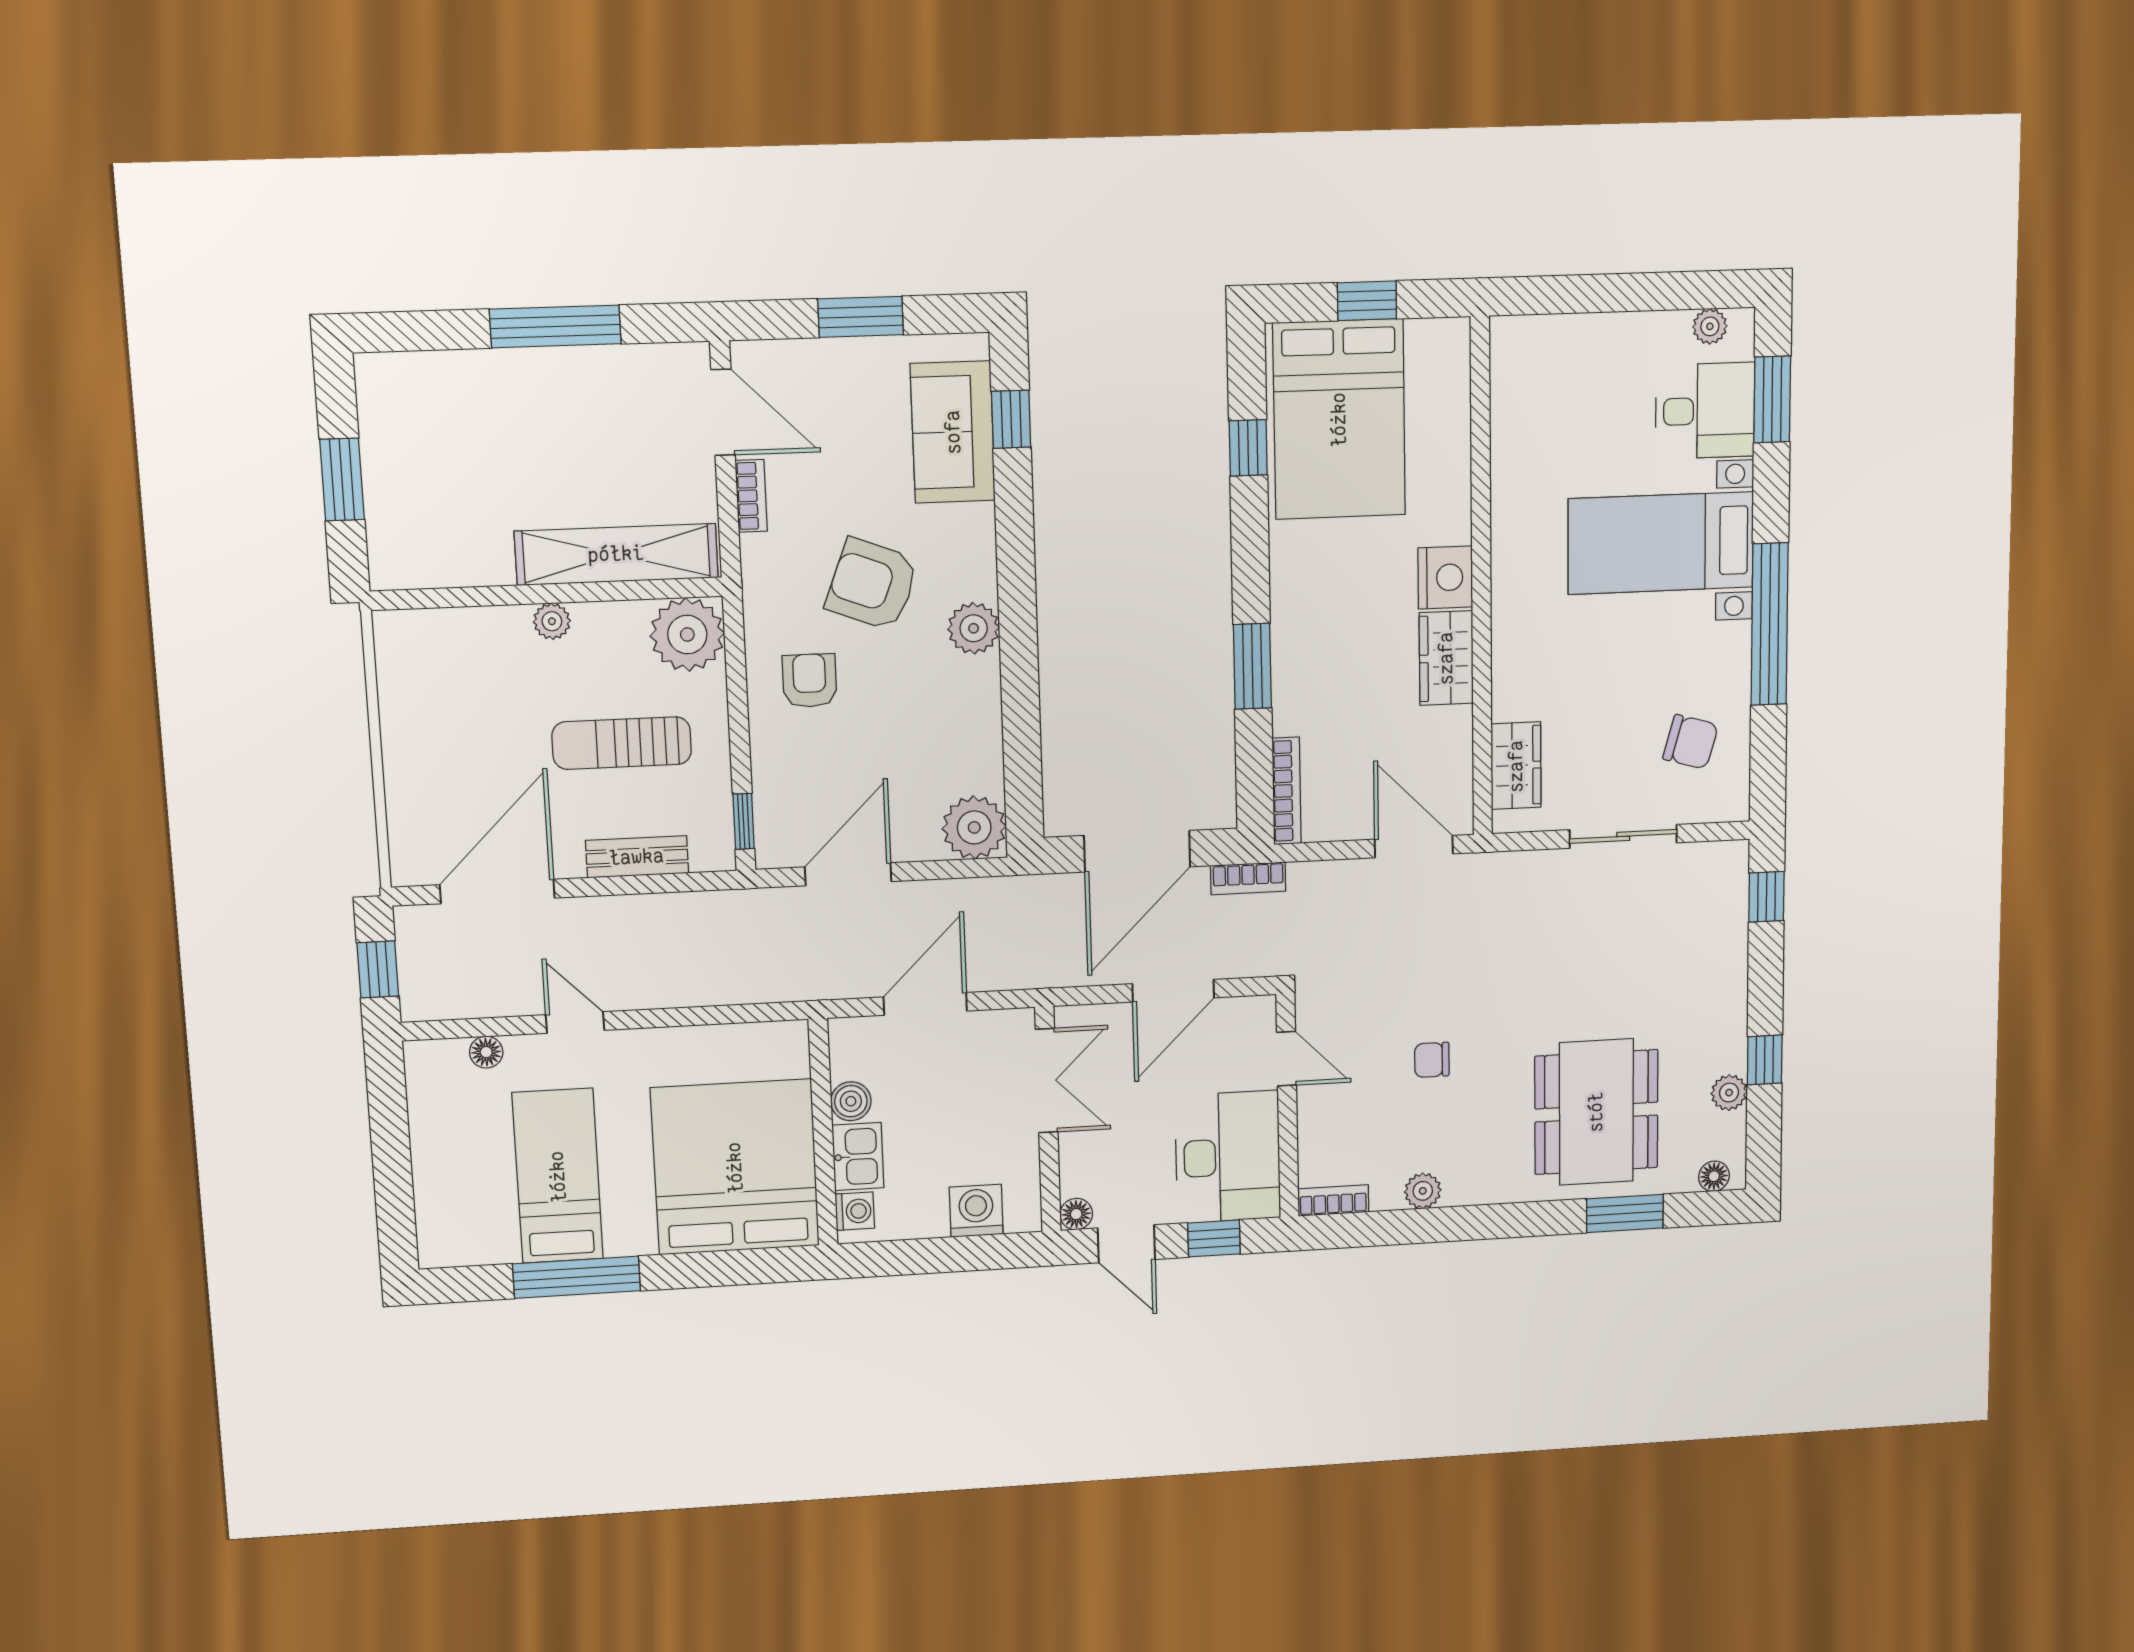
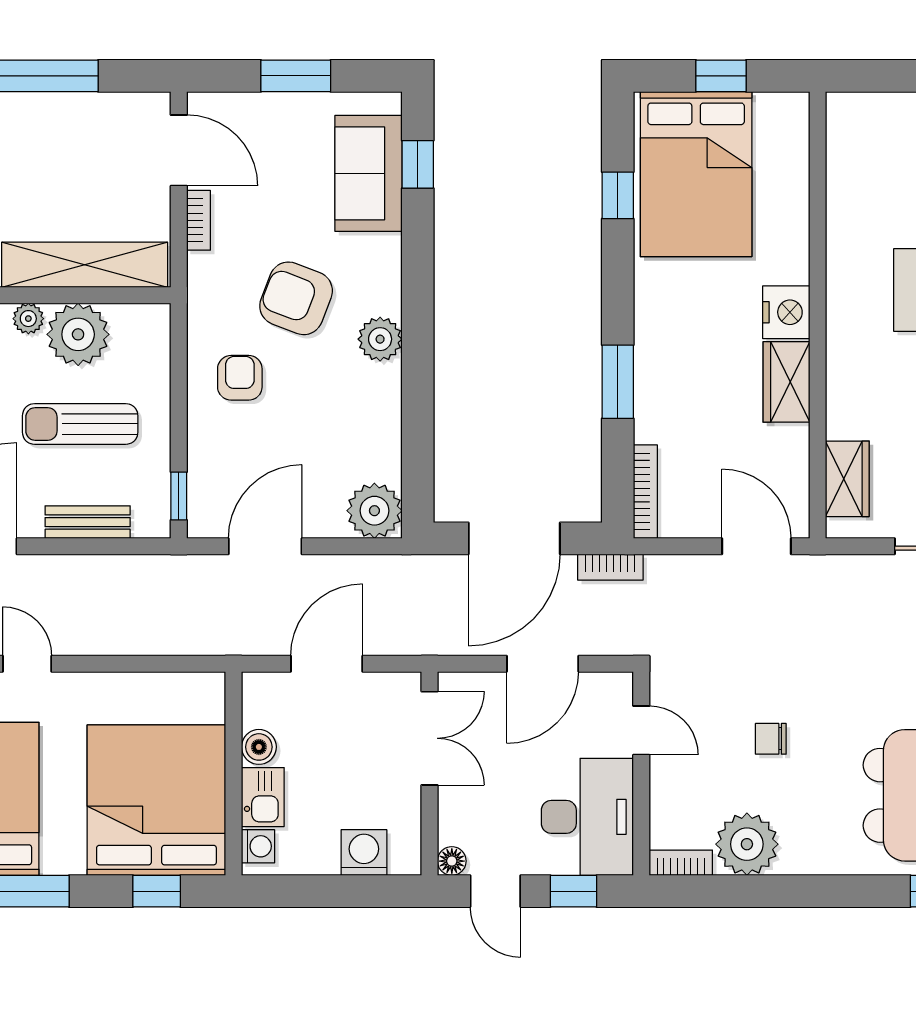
plant: (687, 635) -> (78, 334), moved
plant: (1423, 1191) -> (747, 844), width x1.87, depth x1.87
window: (740, 1267) -> (157, 891), added

